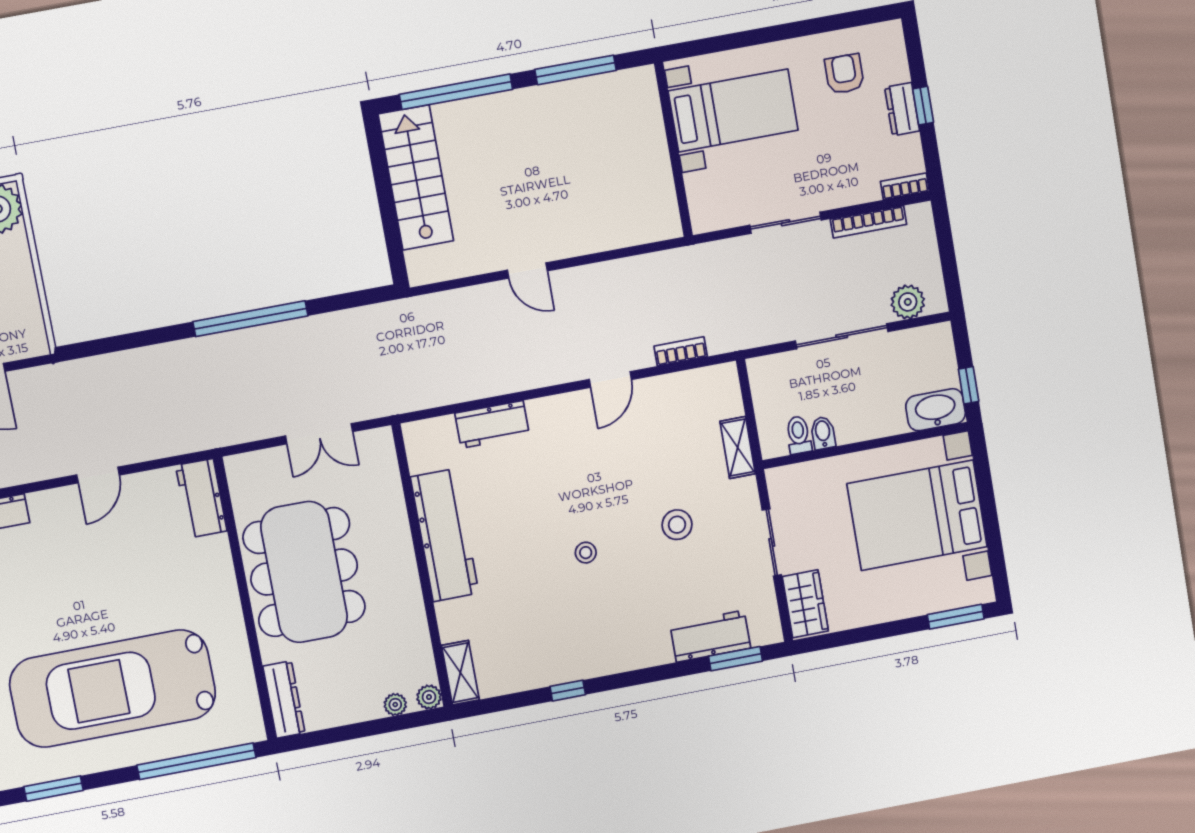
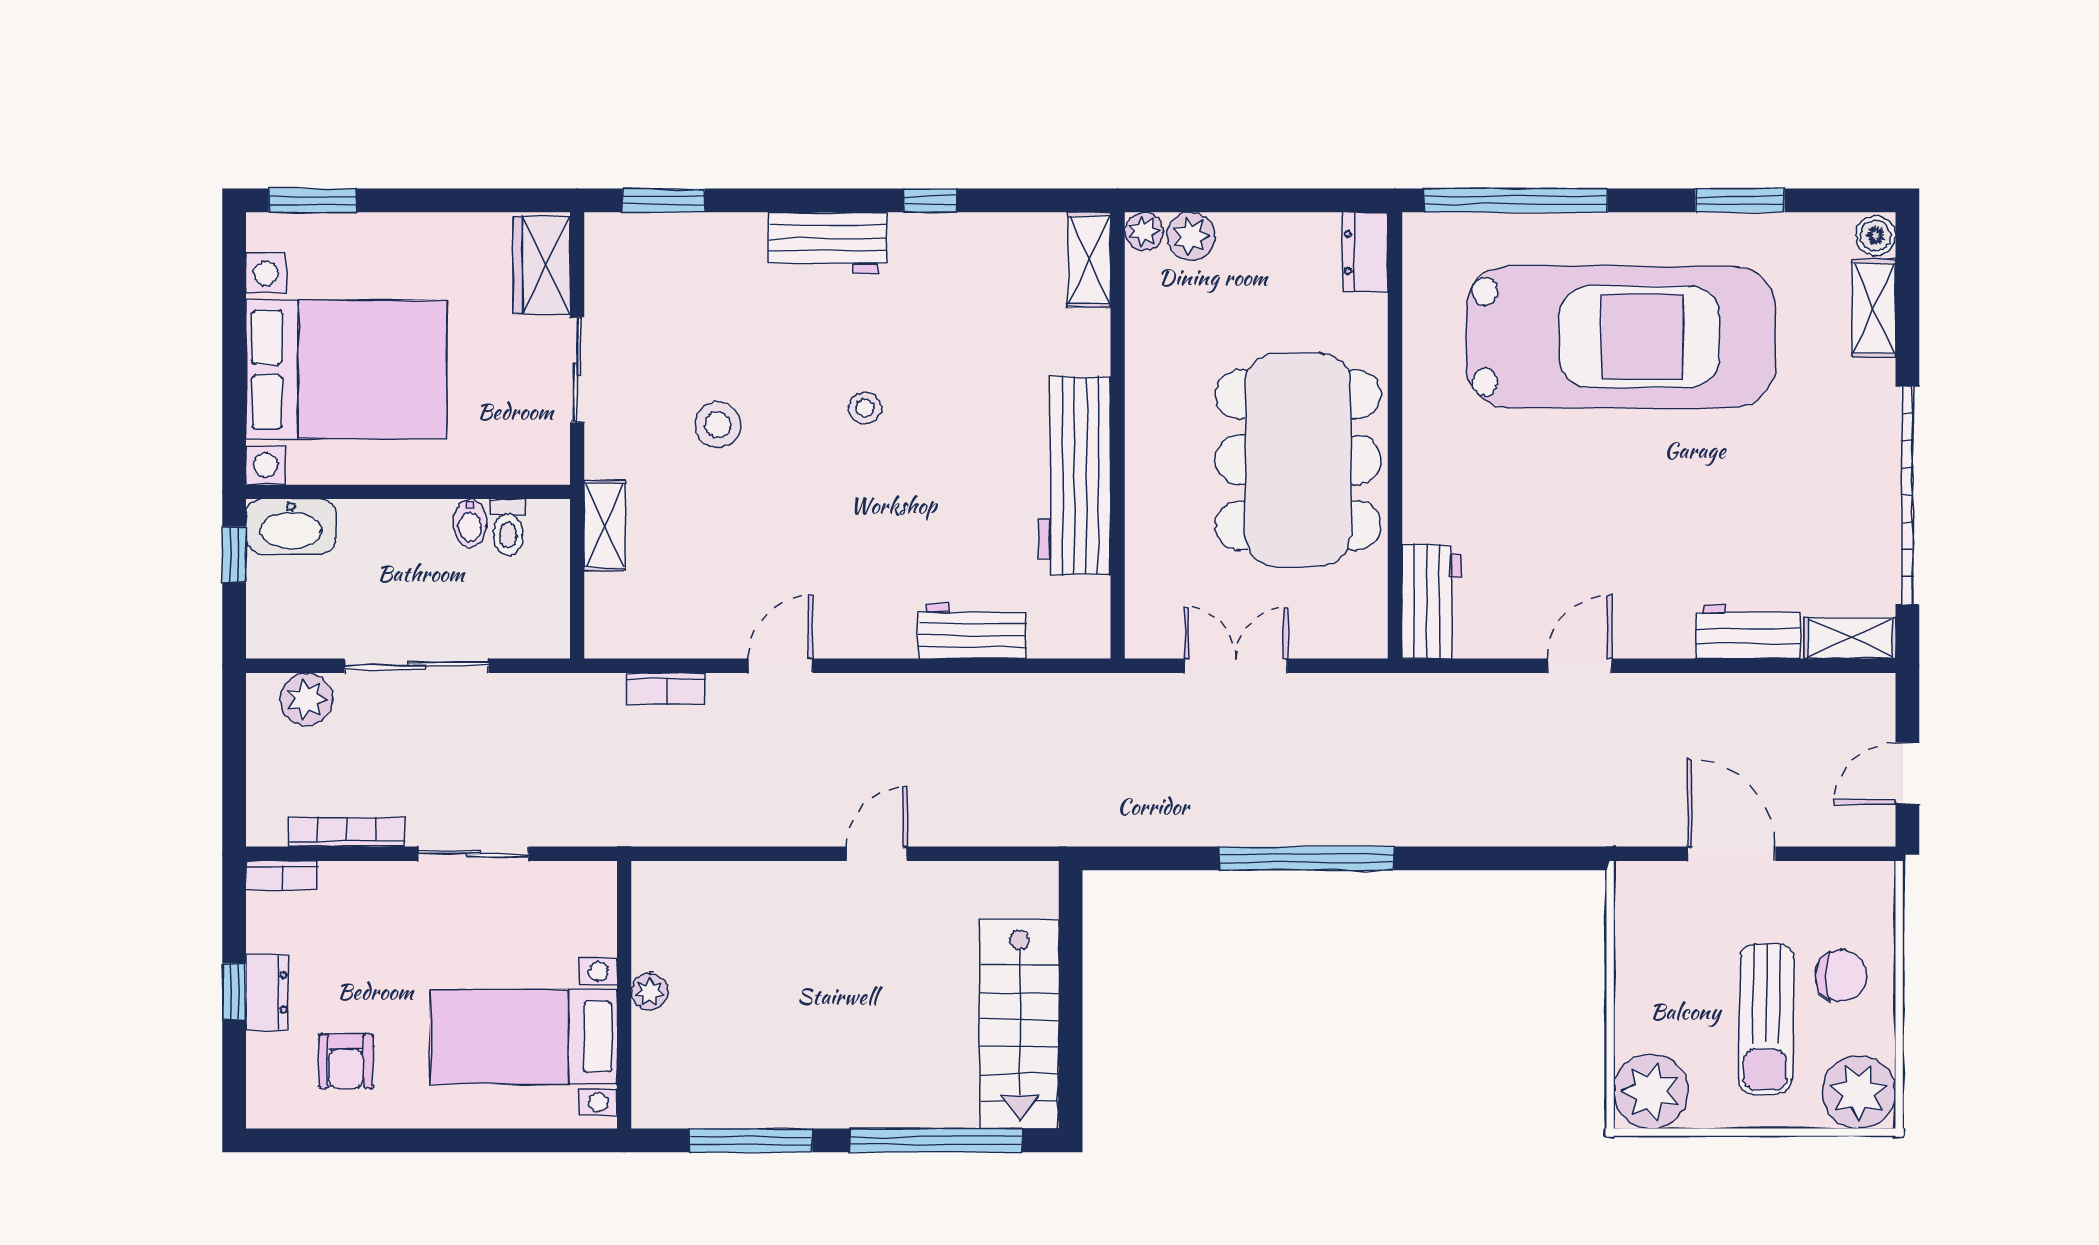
plant: (657, 155) -> (650, 992), added
door: (527, 271) -> (877, 854), hinge flipped
workbench: (710, 636) -> (828, 243), moved
dresser: (284, 700) -> (1365, 252), width x0.70
plant: (395, 705) -> (1191, 236), width x1.38, depth x1.38

